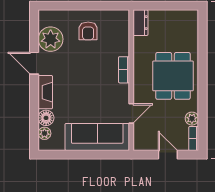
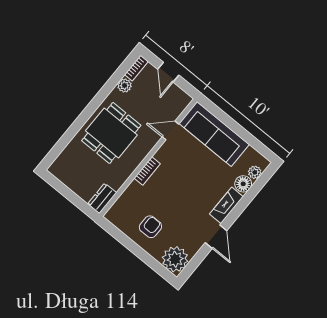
plant: (51, 39) -> (175, 259), moved

